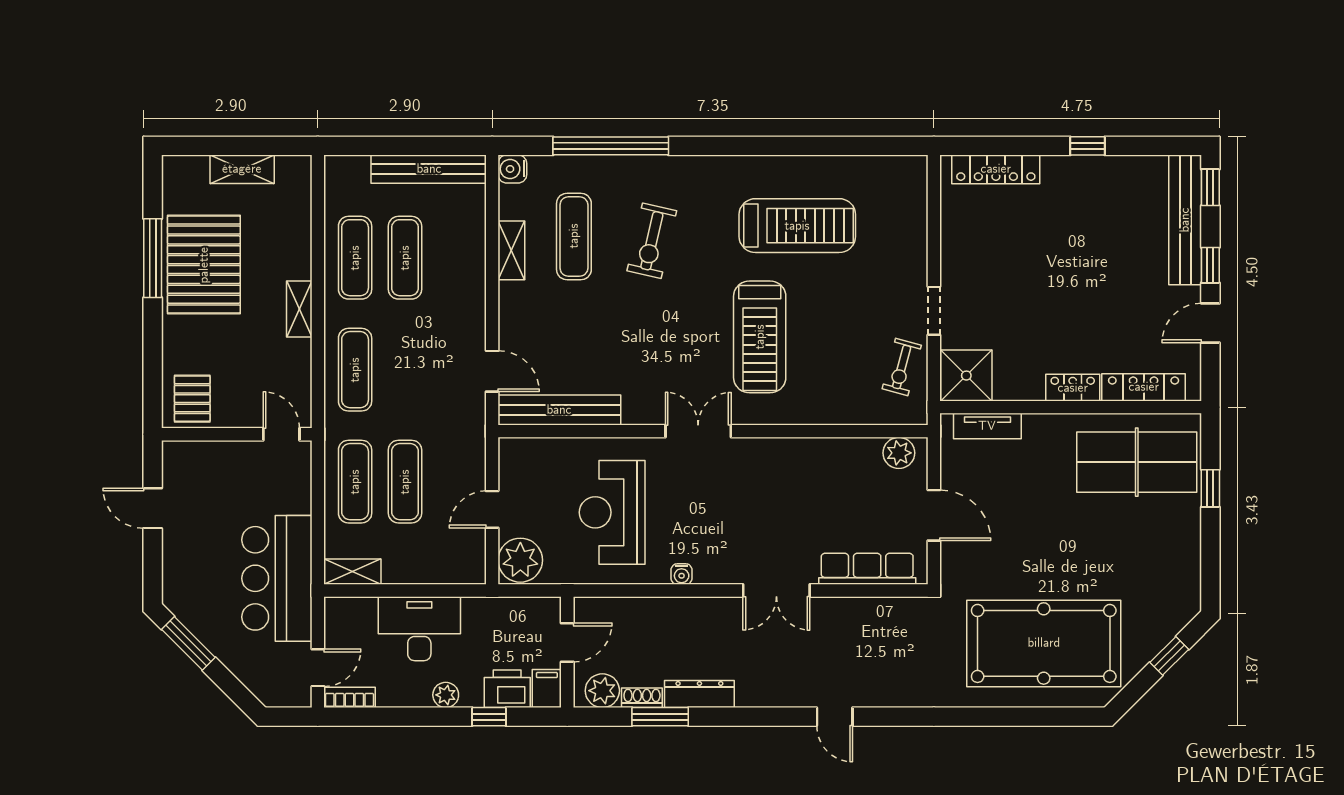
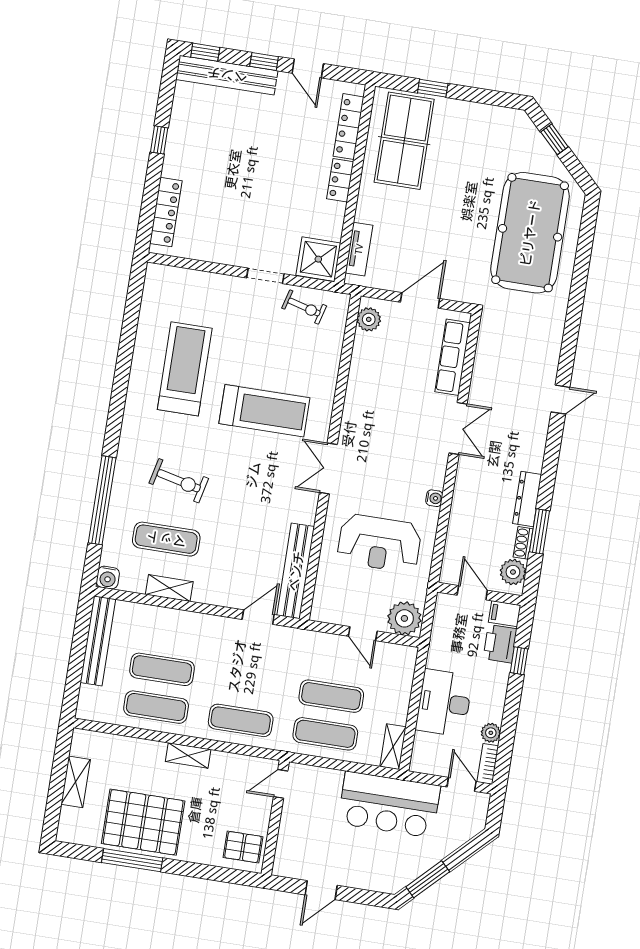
plant: (446, 695) -> (491, 733), moved

